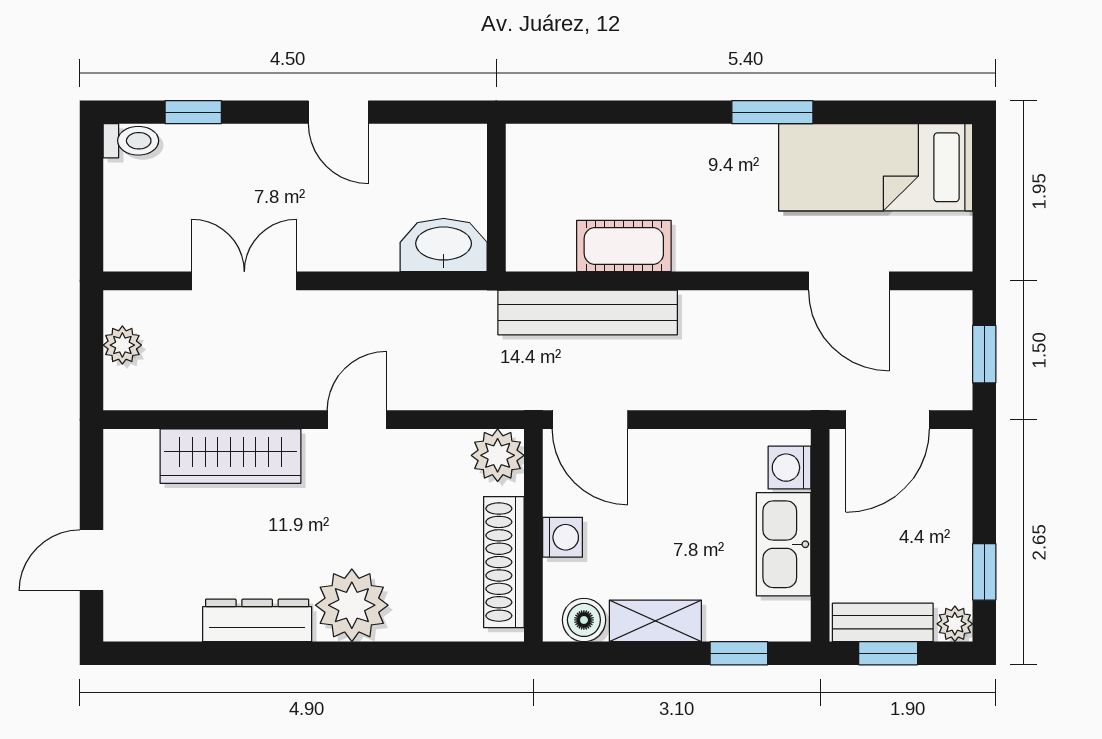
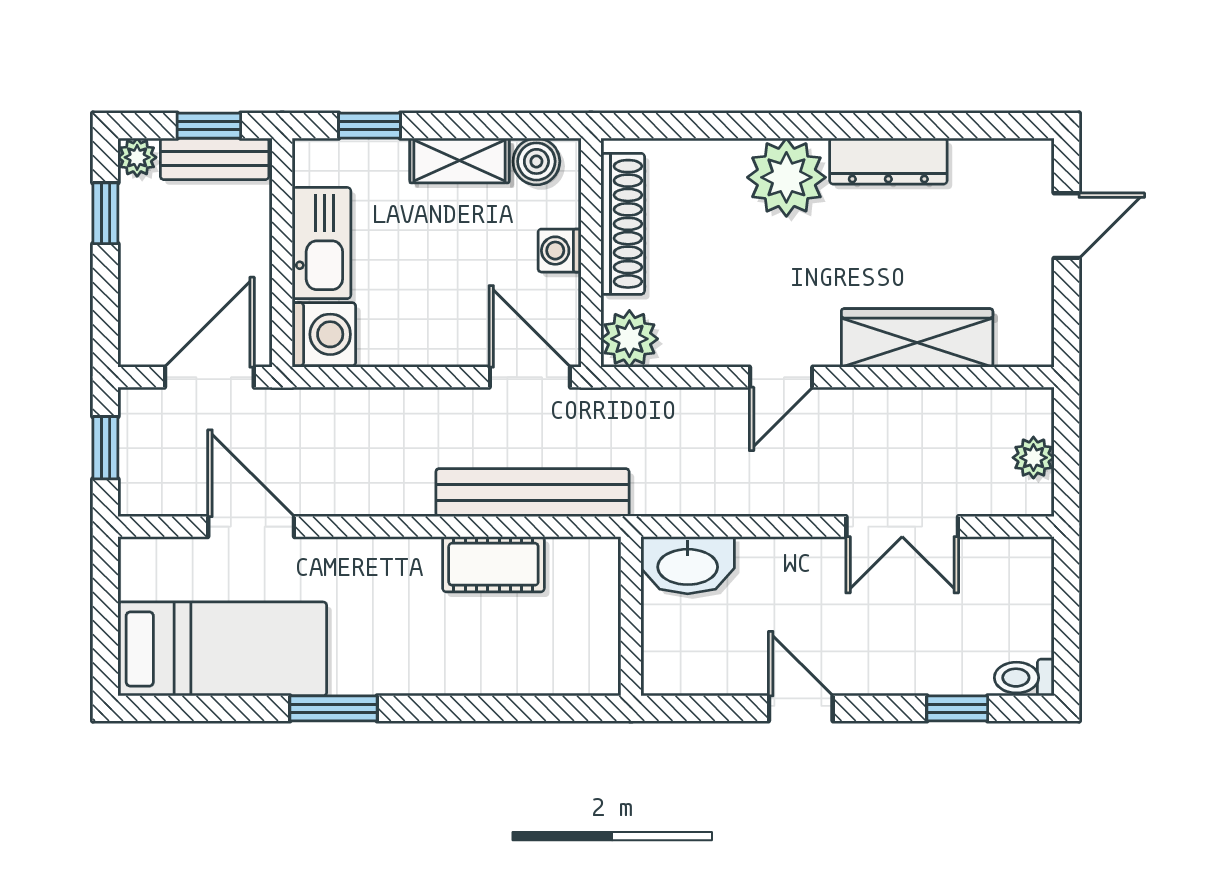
washing machine: (789, 468) -> (324, 334), width x1.38, depth x1.38

